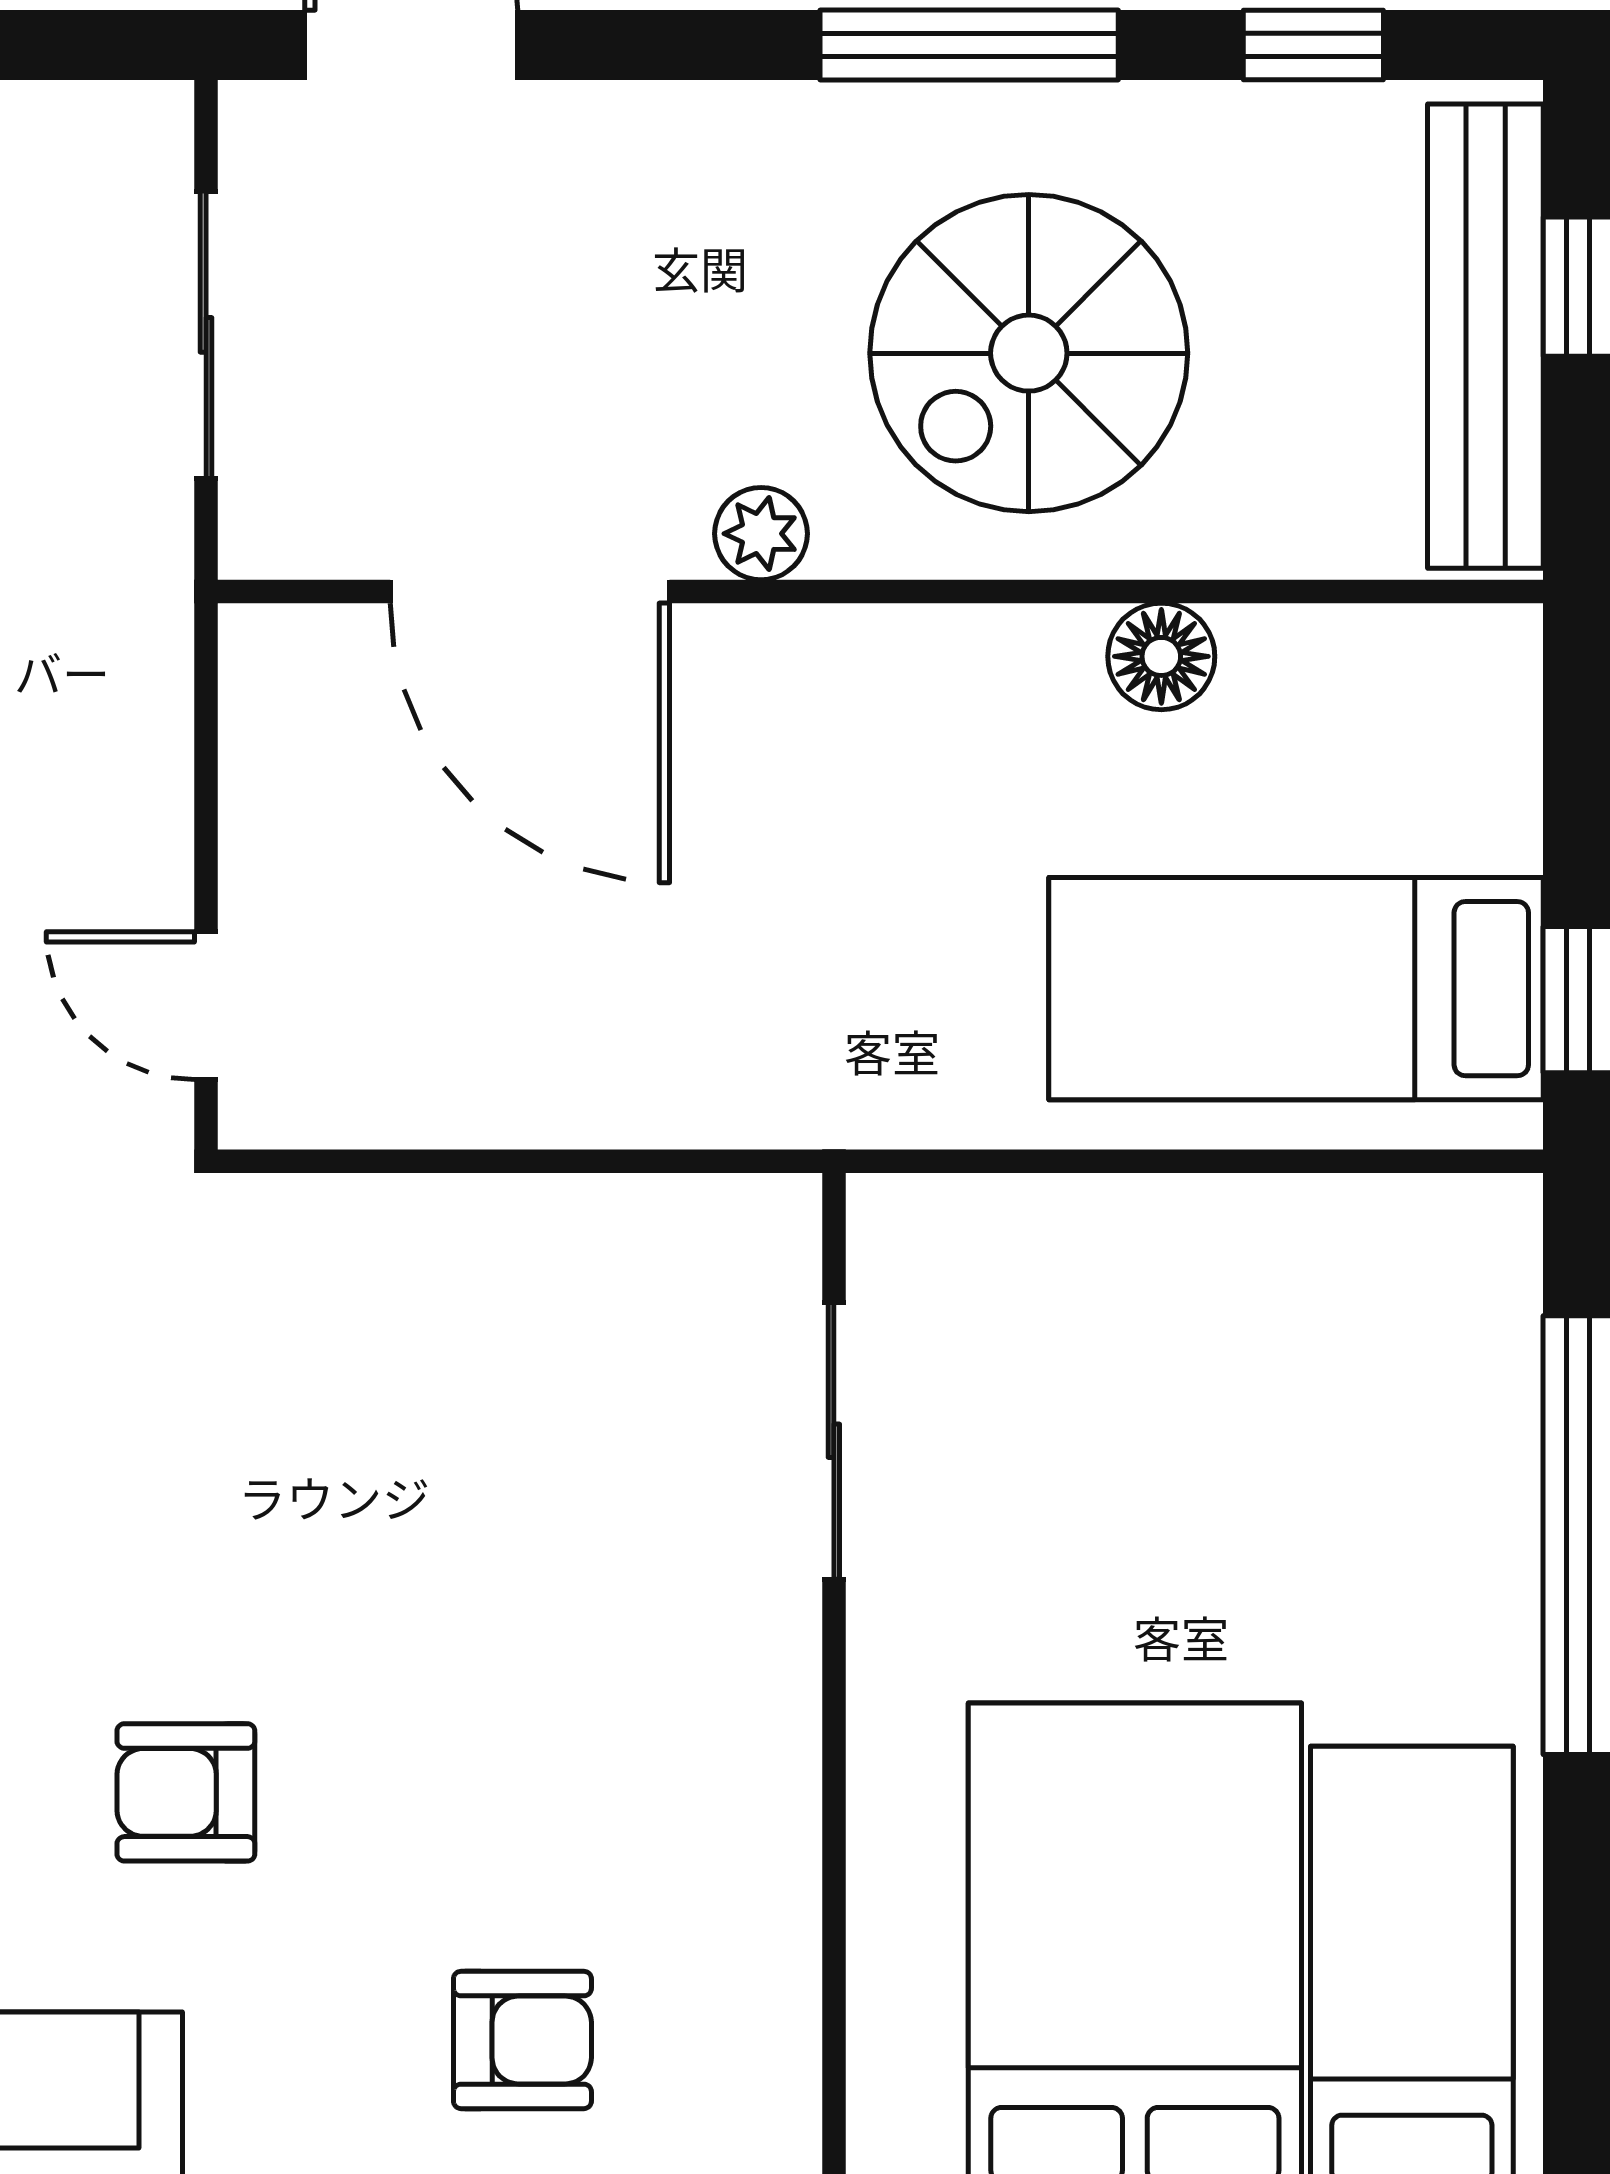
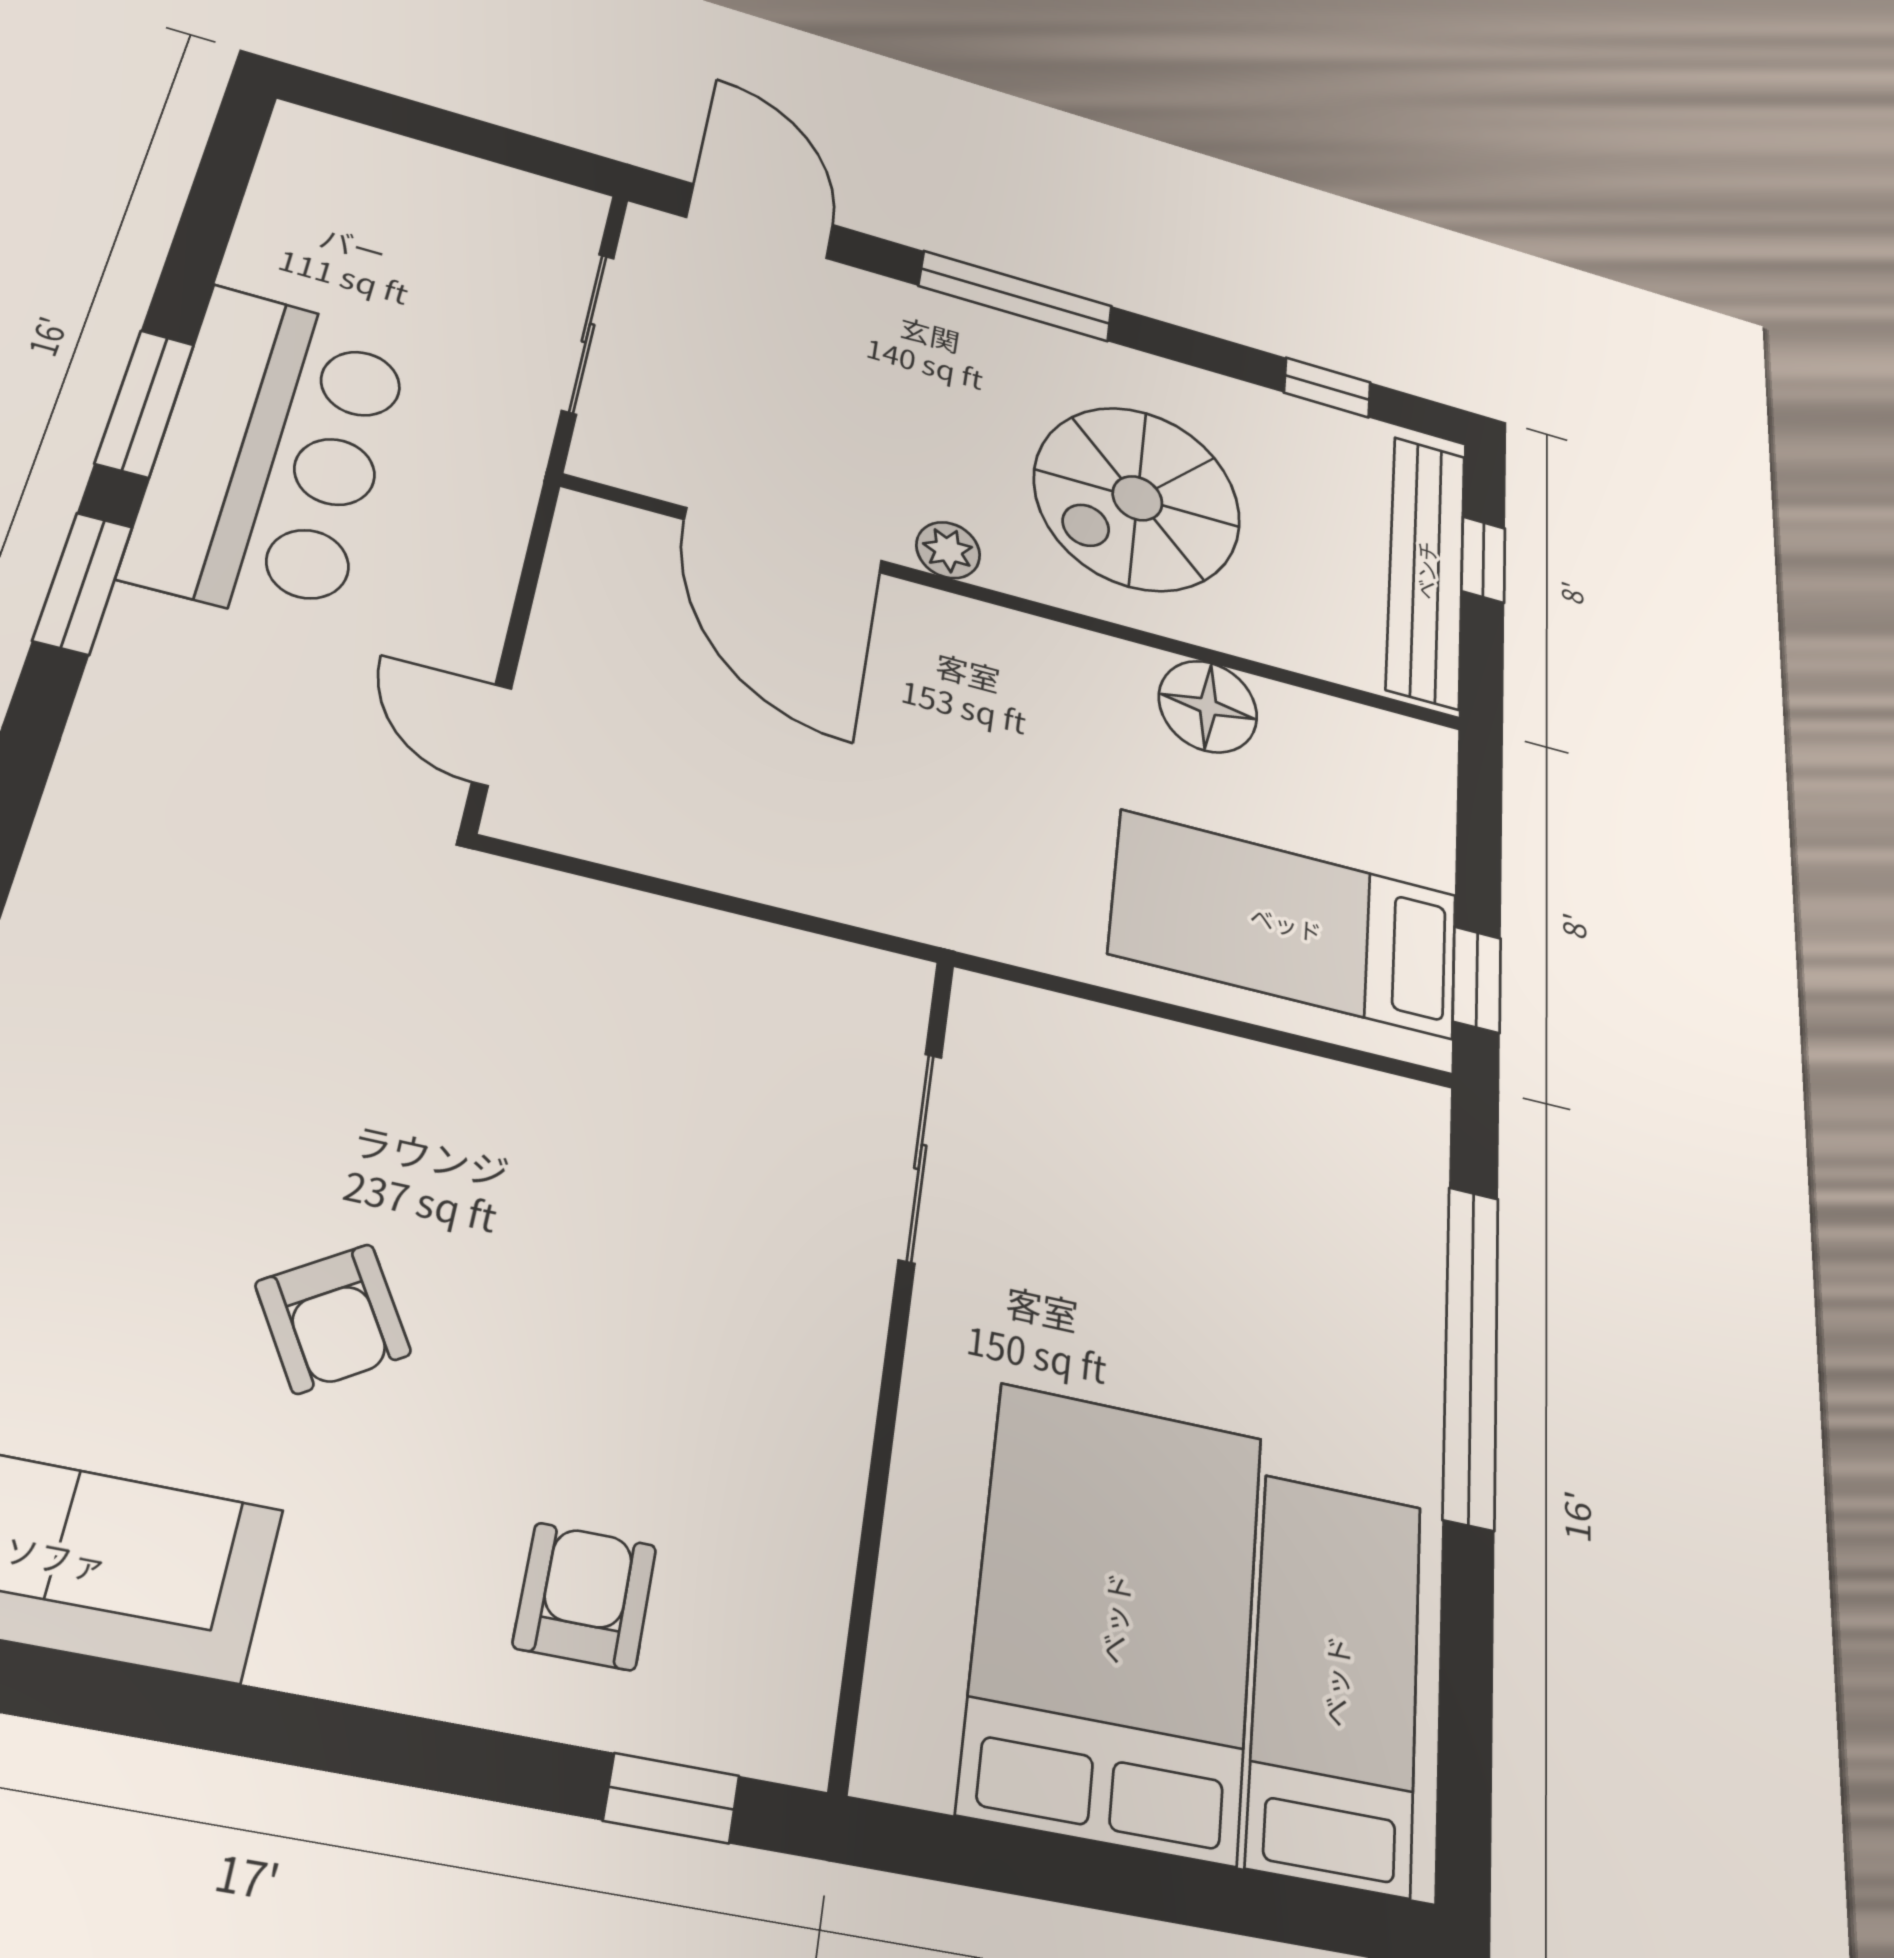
window: (969, 45) -> (1016, 296), moved
floor lamp: (1161, 656) -> (1208, 707), width x1.38, depth x1.38
armchair: (186, 1792) -> (333, 1318), turned -122
armchair: (522, 2040) -> (585, 1596), turned -90

